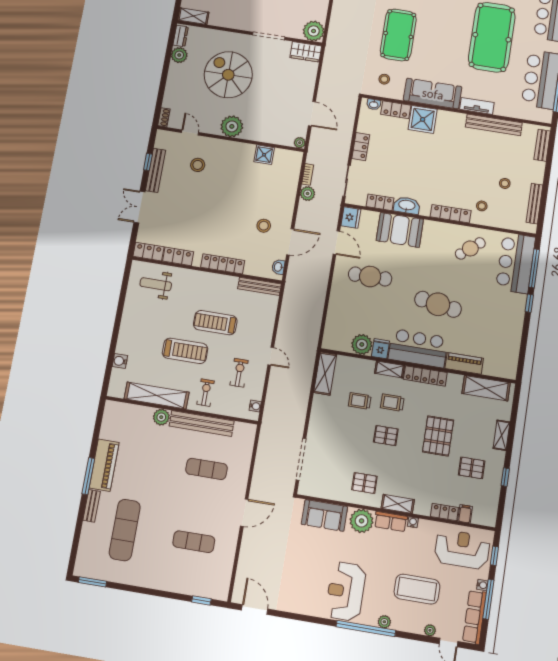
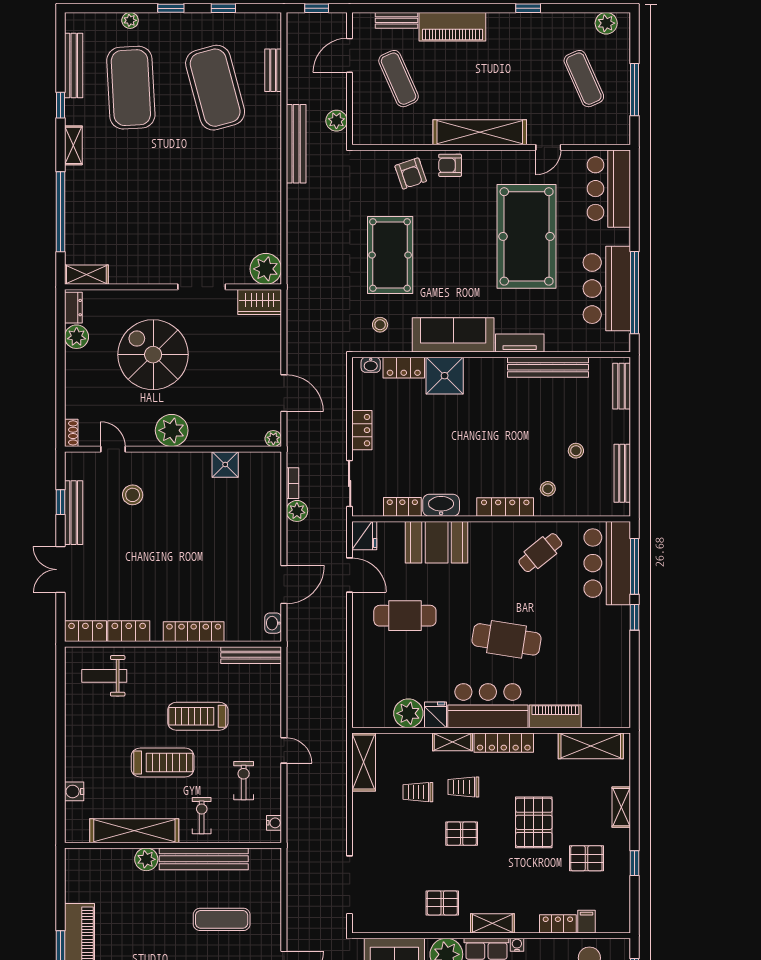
stool: (264, 226) -> (242, 568), removed

